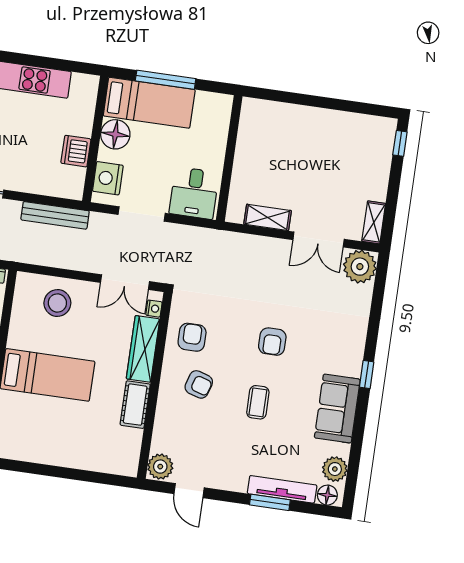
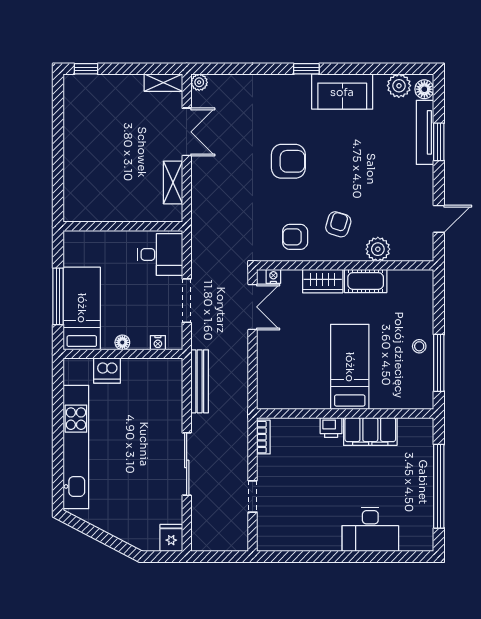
floor lamp: (115, 134) -> (122, 342), width x0.53, depth x0.53
dishwasher: (76, 151) -> (107, 371), moved
nightstand: (108, 178) -> (158, 343), width x0.53, depth x0.56
plant: (360, 267) -> (199, 82), width x0.53, depth x0.53
stool: (57, 303) -> (419, 346), moved, width x0.53, depth x0.53
armchair: (272, 342) -> (288, 161), width x1.38, depth x1.38
wardrobe: (143, 349) -> (323, 281), width x0.67
coffee table: (258, 402) -> (347, 167), removed
plant: (160, 467) -> (378, 249), moved
window: (38, 469) -> (439, 363), added

